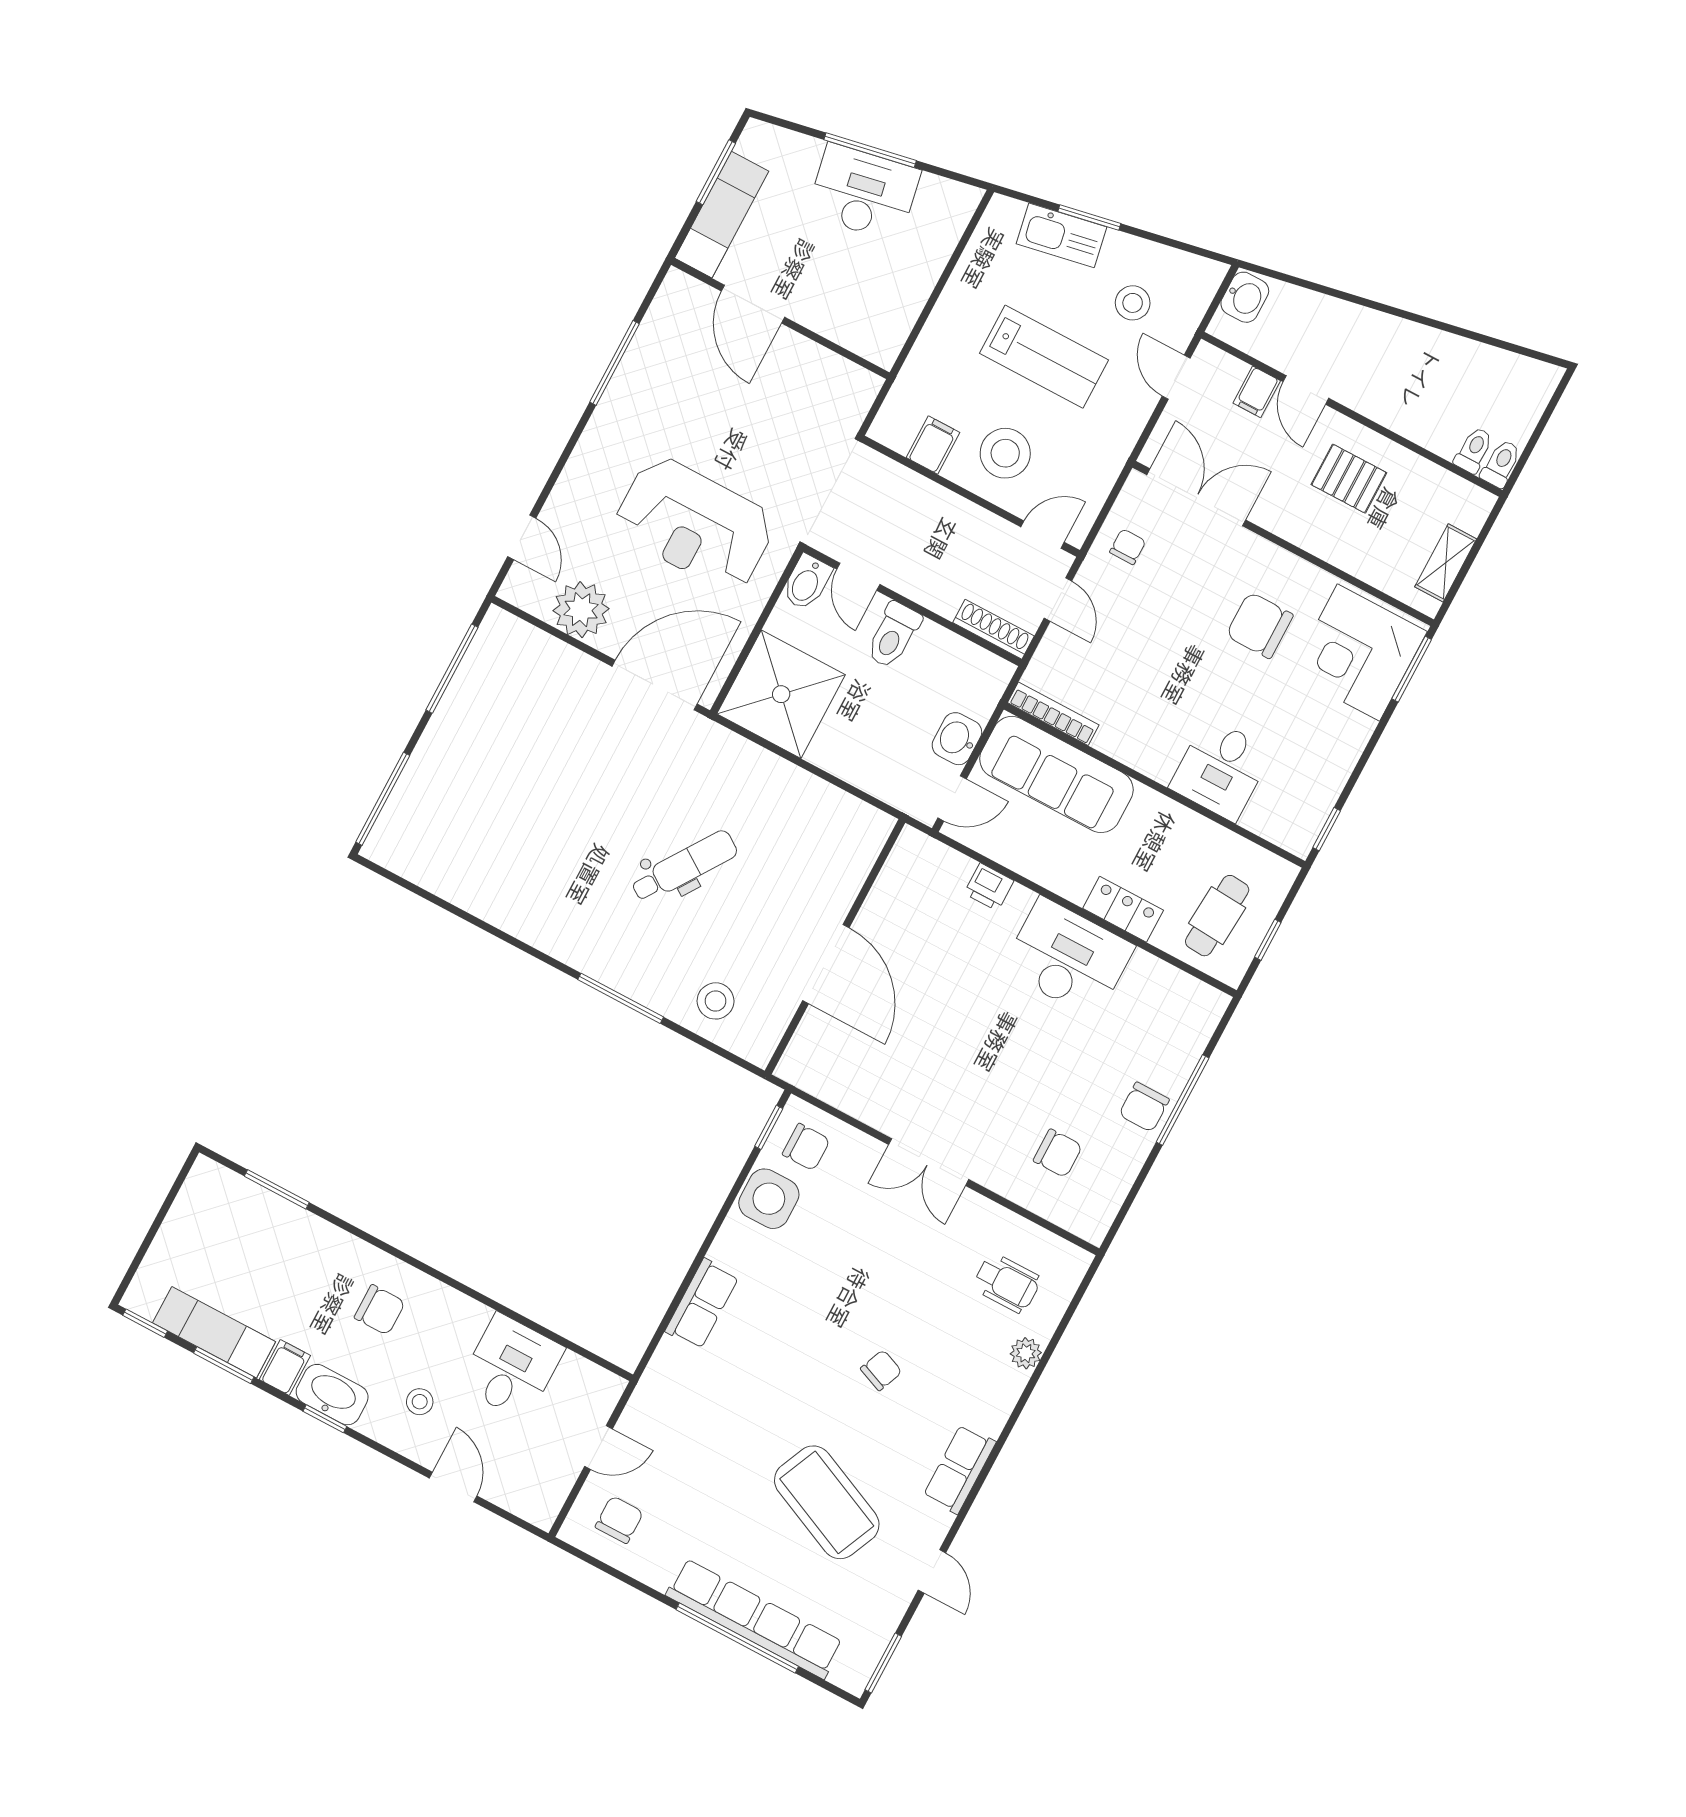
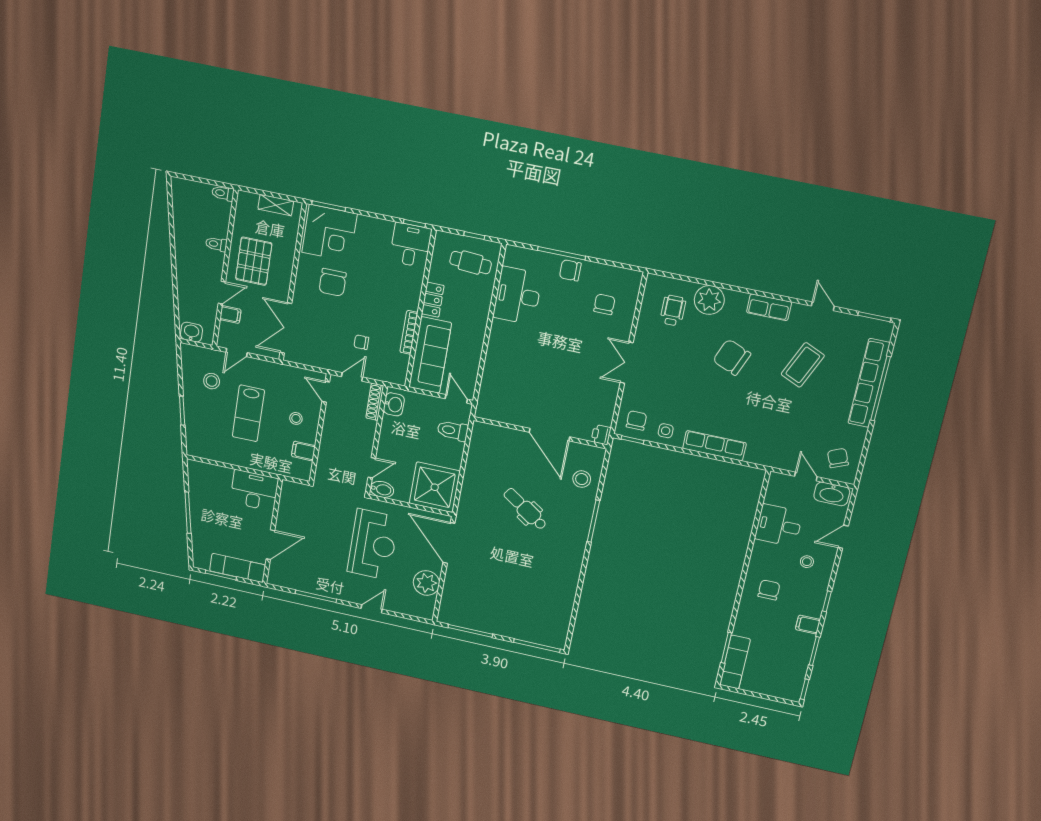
desk: (864, 193) -> (254, 490), moved, turned 101
kitchen sink: (1062, 235) -> (194, 421), removed
lab bench: (1044, 357) -> (248, 413), turned 180
toilet: (1474, 450) -> (216, 244), moved
stool: (1005, 453) -> (296, 418), width x0.53, depth x0.53
pallet: (1349, 479) -> (254, 261), width x1.50, depth x1.42
door: (522, 537) -> (372, 609), moved
chair: (1128, 547) -> (361, 342), moved
toilet: (893, 635) -> (453, 431), moved, turned 180
bookcase: (1053, 714) -> (409, 332), moved
washbasin: (957, 739) -> (394, 404), moved, turned -90
desk: (1221, 769) -> (411, 245), moved, turned -90
printer: (989, 887) -> (601, 435), moved, turned 180
locker: (1123, 909) -> (433, 300), moved, turned 180
desk: (1068, 958) -> (518, 296), moved
door: (826, 964) -> (549, 435), swing flipped
chair: (1144, 1107) -> (570, 270), turned 180
double door: (929, 1162) -> (627, 363), swing flipped
side table: (769, 1199) -> (666, 431), width x0.54, depth x0.54
row of seats: (702, 1304) -> (714, 446), width x1.48
exam couch: (214, 1332) -> (735, 662), moved, turned 180
plant: (1026, 1353) -> (709, 300), width x1.88, depth x1.88
chair: (881, 1370) -> (732, 357), width x1.87, depth x1.87
washbasin: (332, 1395) -> (832, 494), moved, turned -90
coffee table: (827, 1502) -> (803, 365), width x0.73, depth x0.76
chair: (619, 1520) -> (838, 458), turned 67
door: (932, 1571) -> (823, 306), hinge flipped

